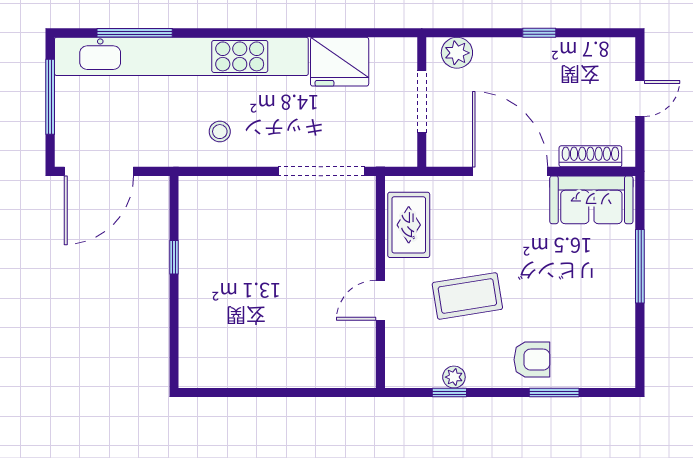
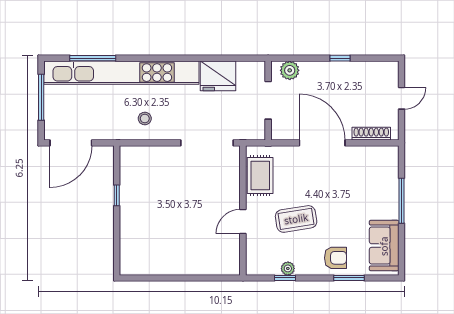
sofa: (591, 200) -> (384, 246), moved, turned 90

